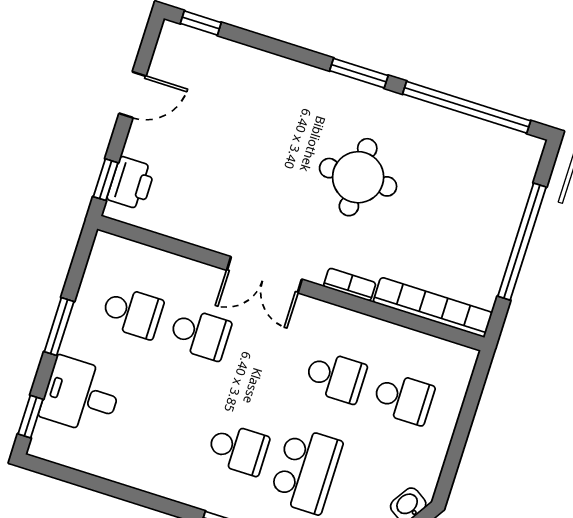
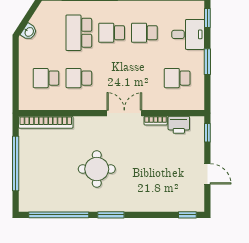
door: (133, 95) -> (207, 174), swing flipped
printer: (131, 183) -> (179, 125), moved, turned -90
bookcase: (350, 285) -> (156, 121), moved
school desk: (200, 334) -> (144, 33), moved

